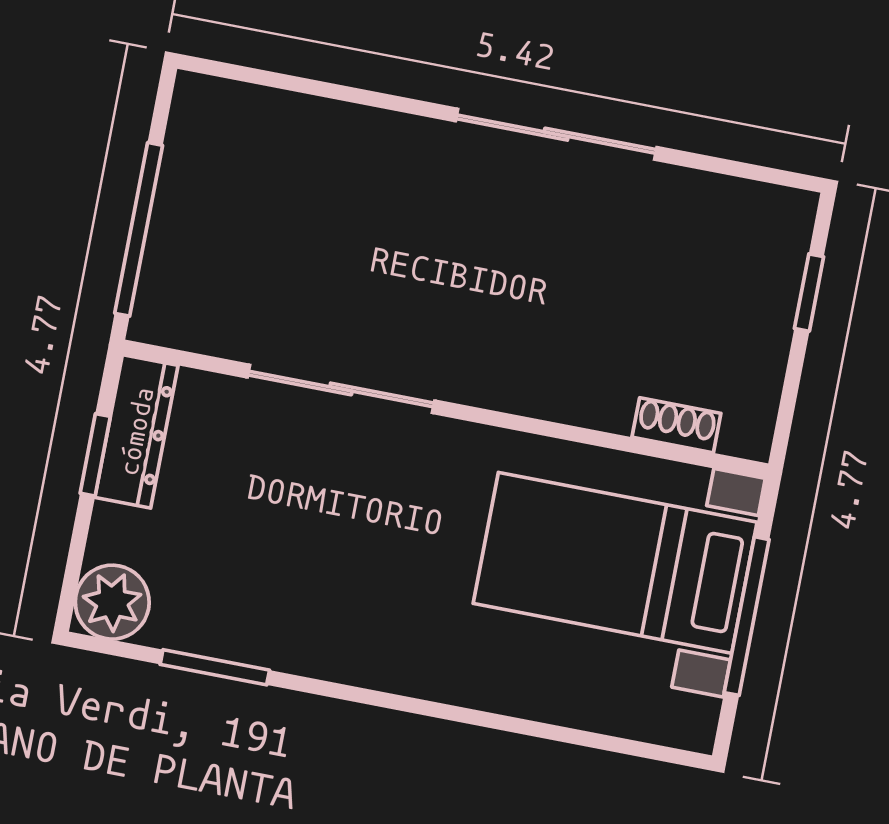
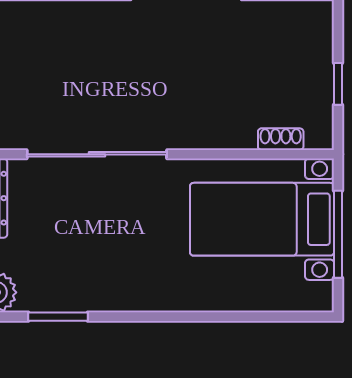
window: (809, 293) -> (338, 84), moved
sliding door: (341, 389) -> (97, 154), width x1.36

